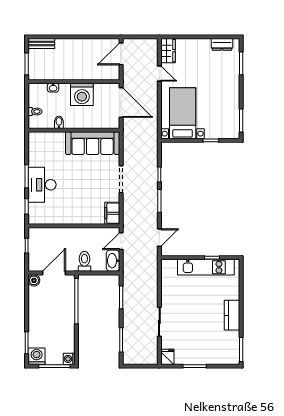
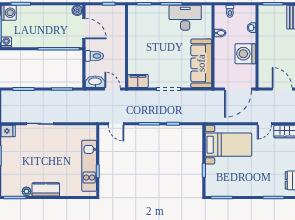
desk: (42, 185) -> (185, 18), moved
plant: (234, 337) -> (26, 191), added

